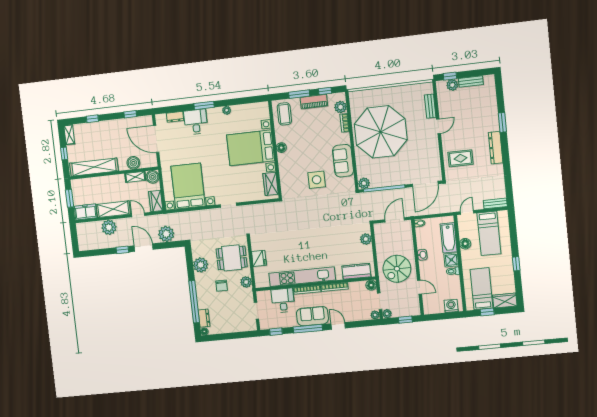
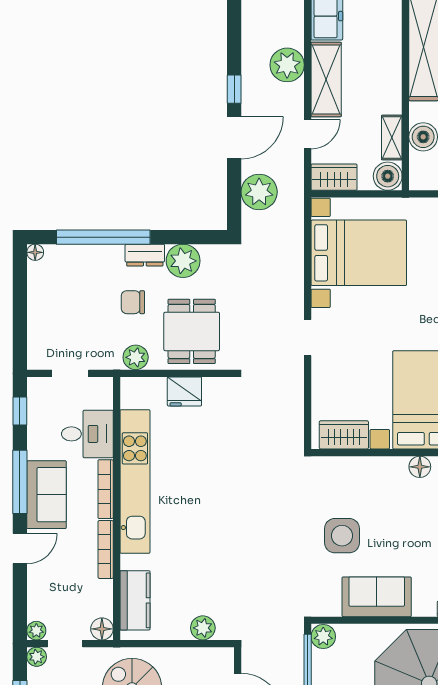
dresser: (204, 318) -> (145, 255), moved

